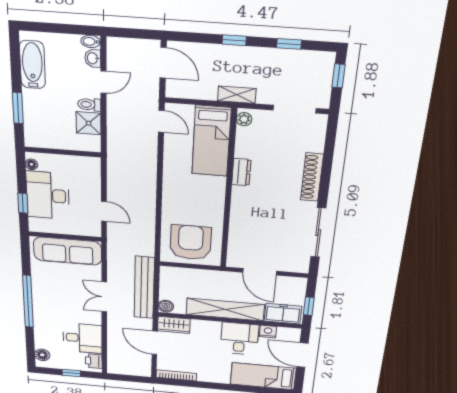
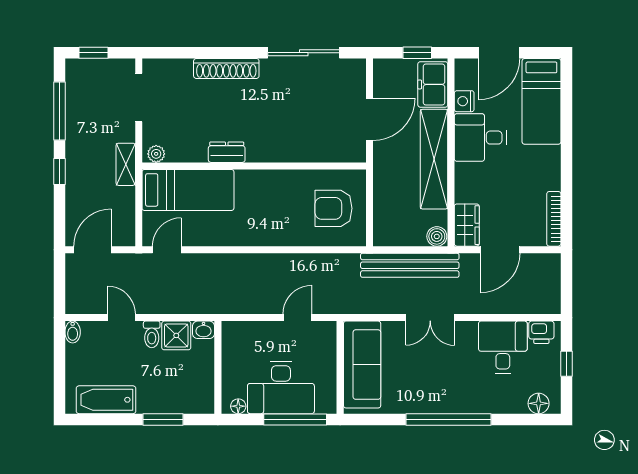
window: (289, 44) -> (59, 111), width x2.17
washbasin: (93, 58) -> (204, 330), moved
window: (23, 203) -> (295, 419), width x2.17
armchair: (191, 242) -> (334, 208), width x0.73, depth x0.73

